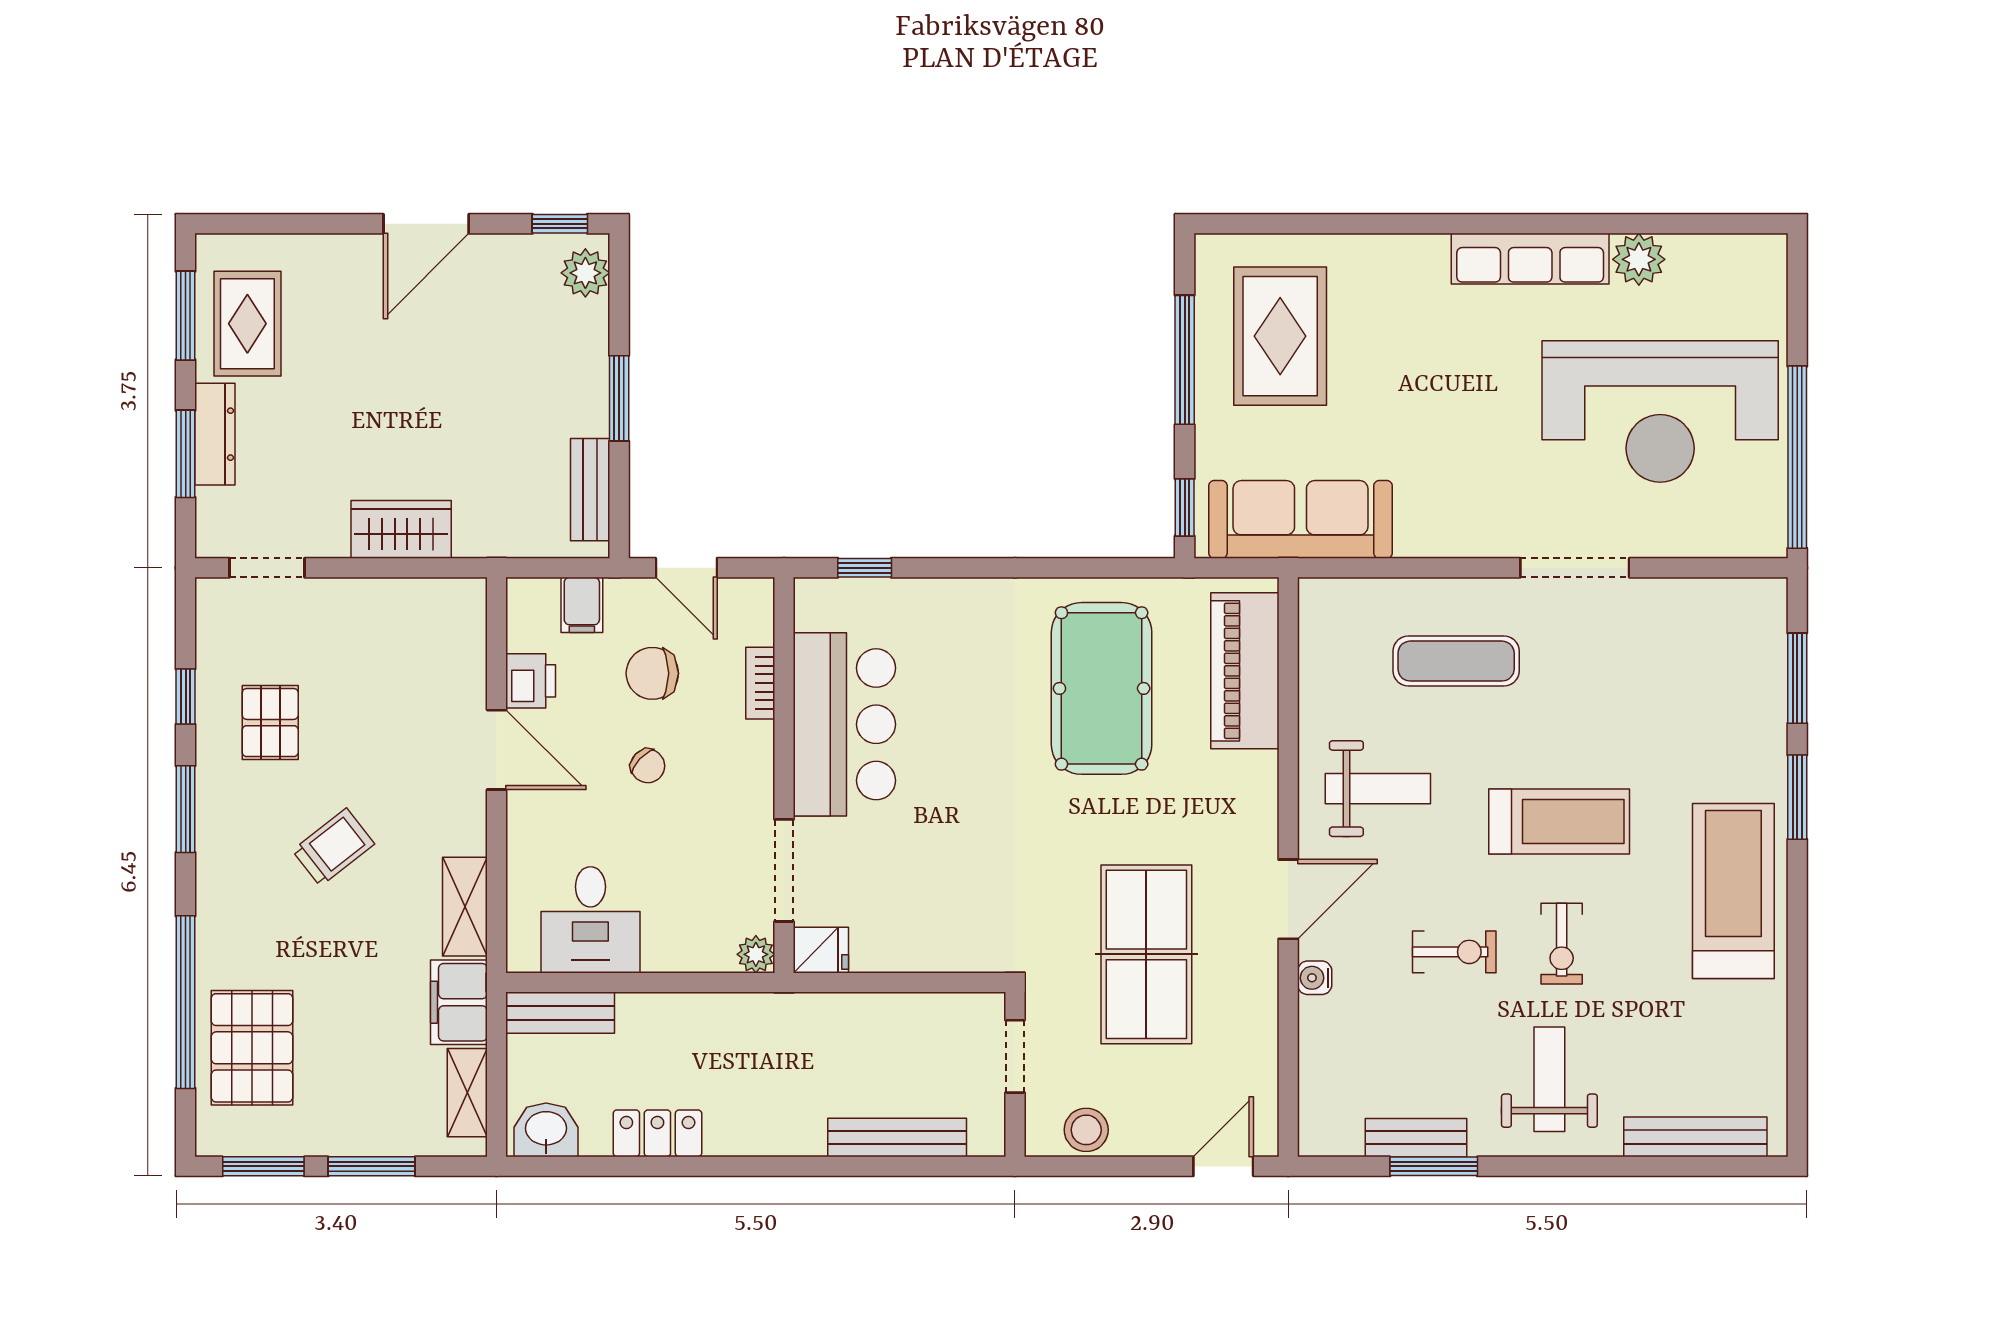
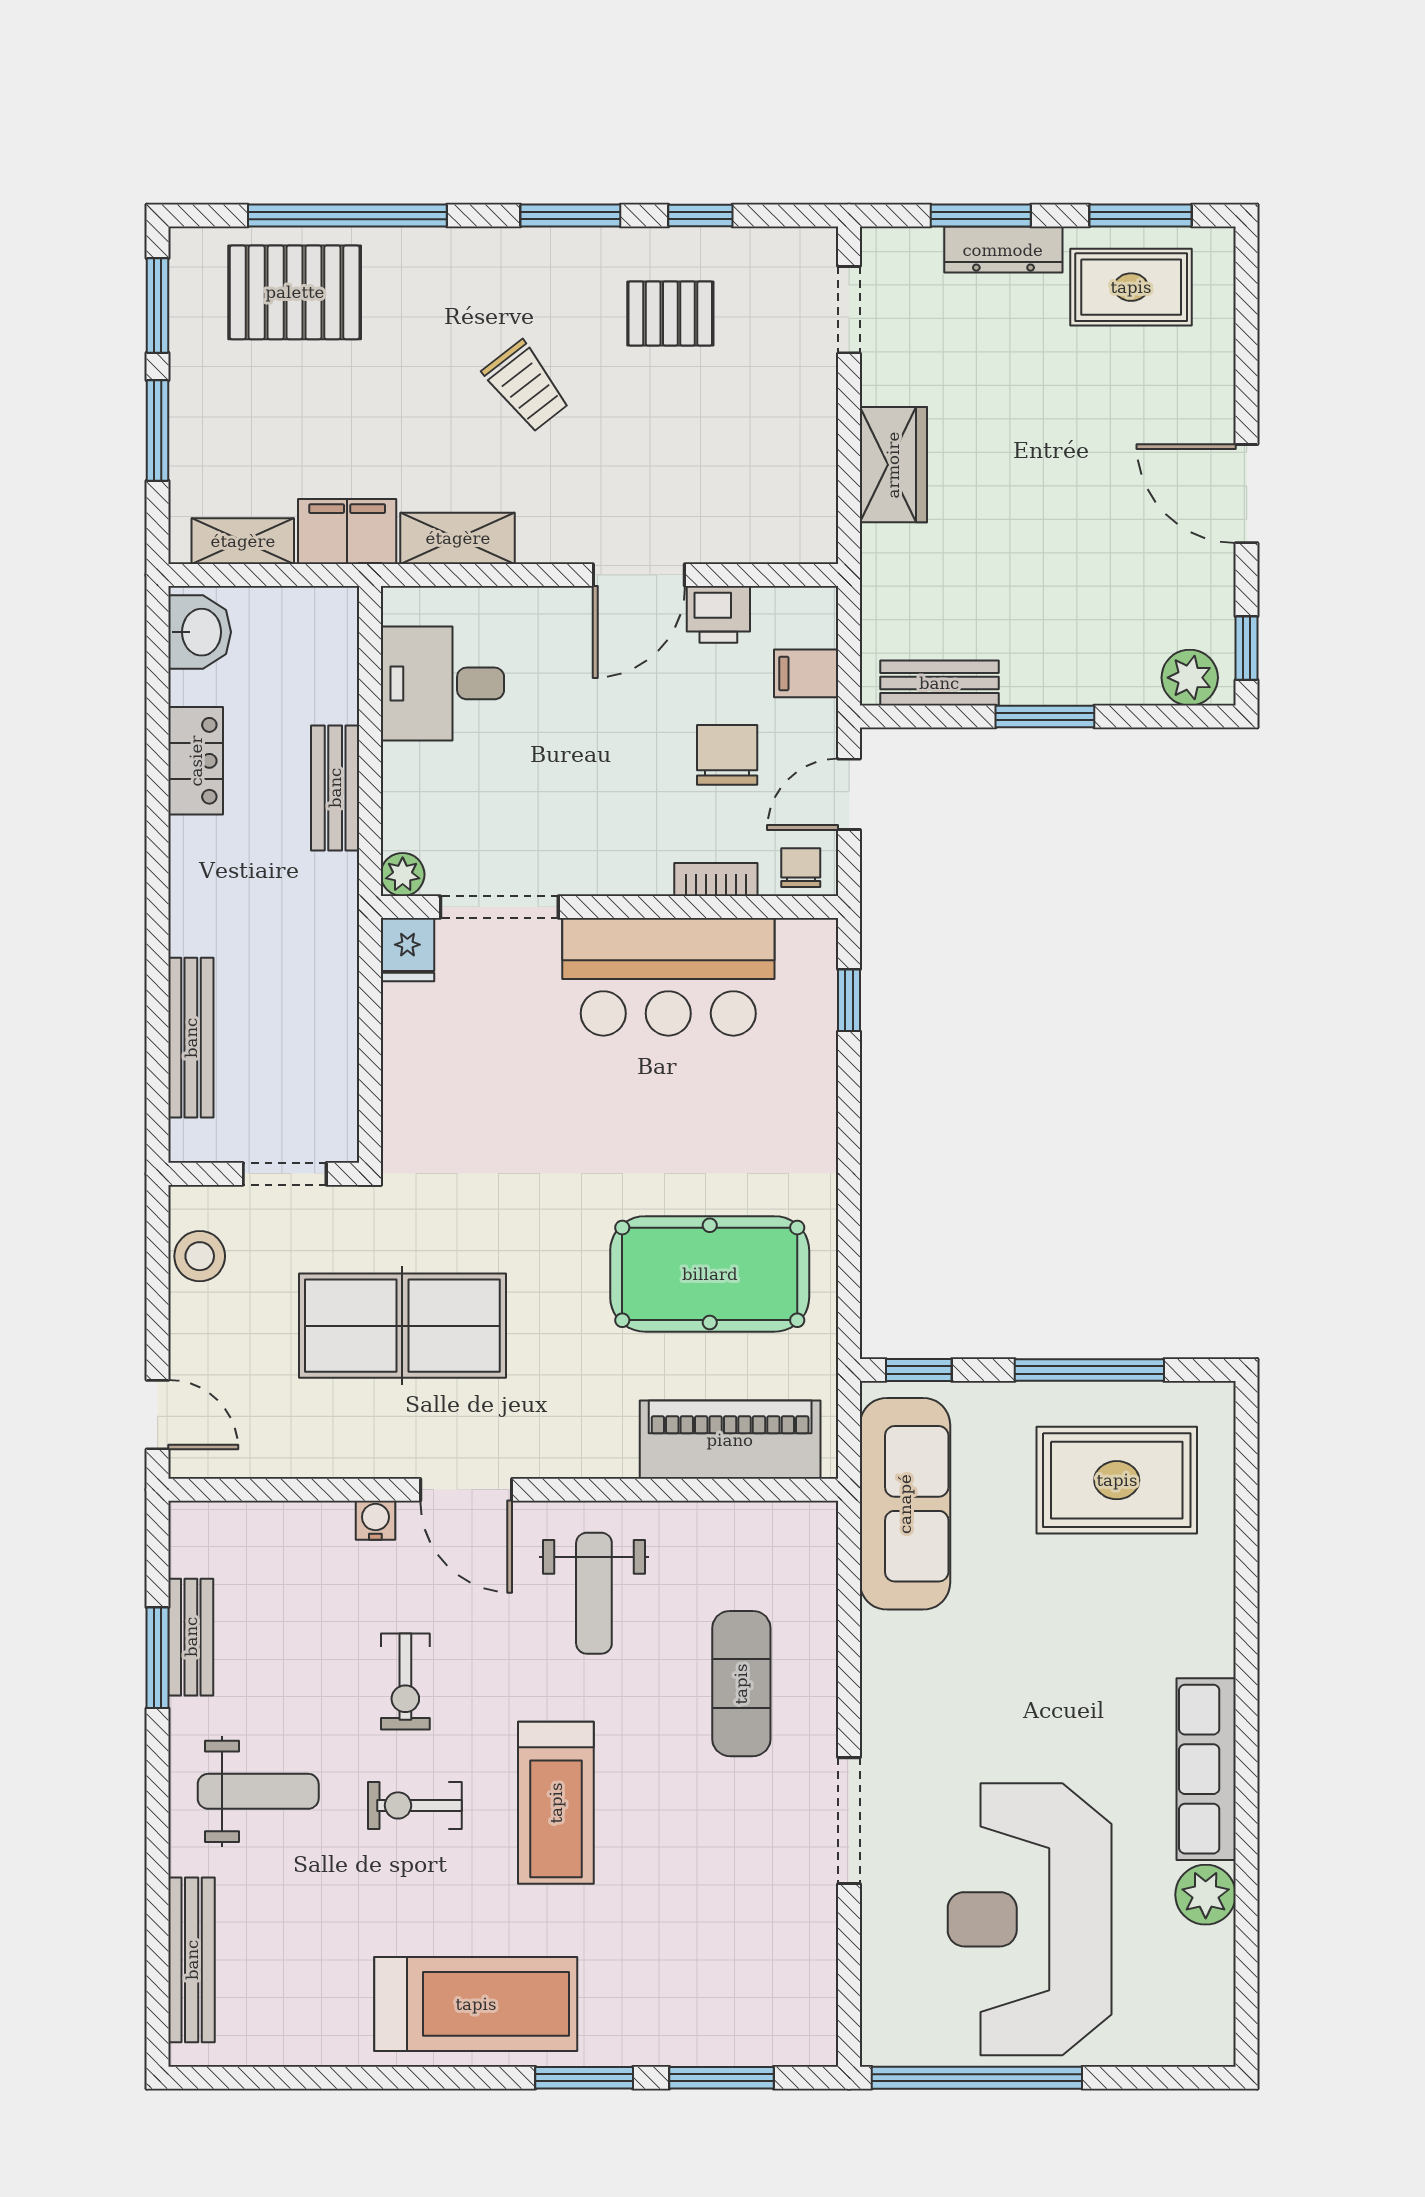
chair: (648, 766) -> (801, 868), moved, turned 137
bench: (560, 1013) -> (335, 788), moved

